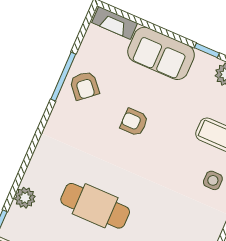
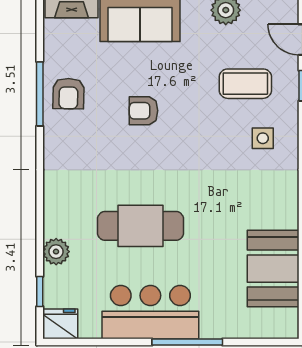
armchair: (84, 86) -> (68, 94), turned 42

